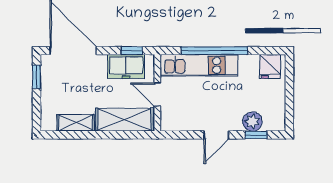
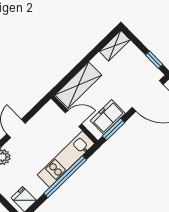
window: (132, 51) -> (114, 129), width x1.50
shelving: (76, 123) -> (115, 46), moved

